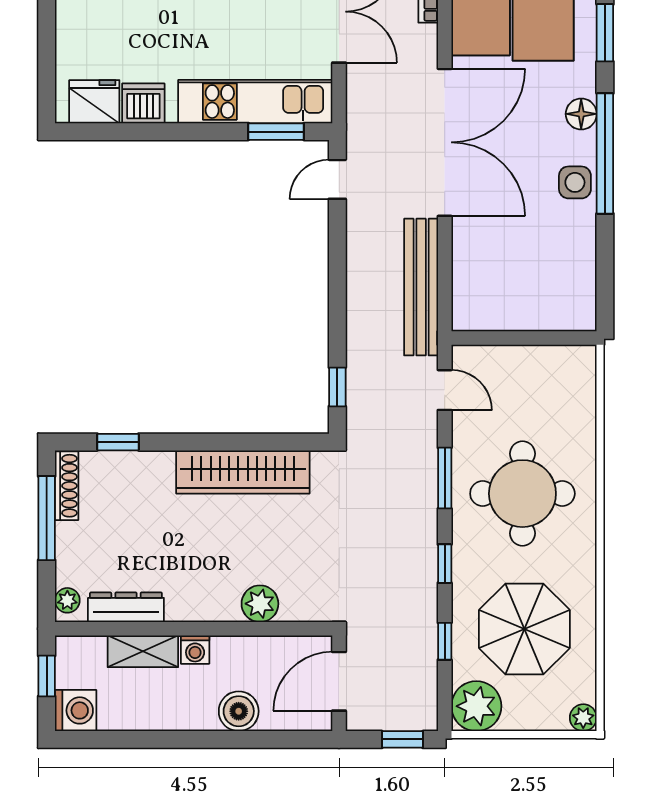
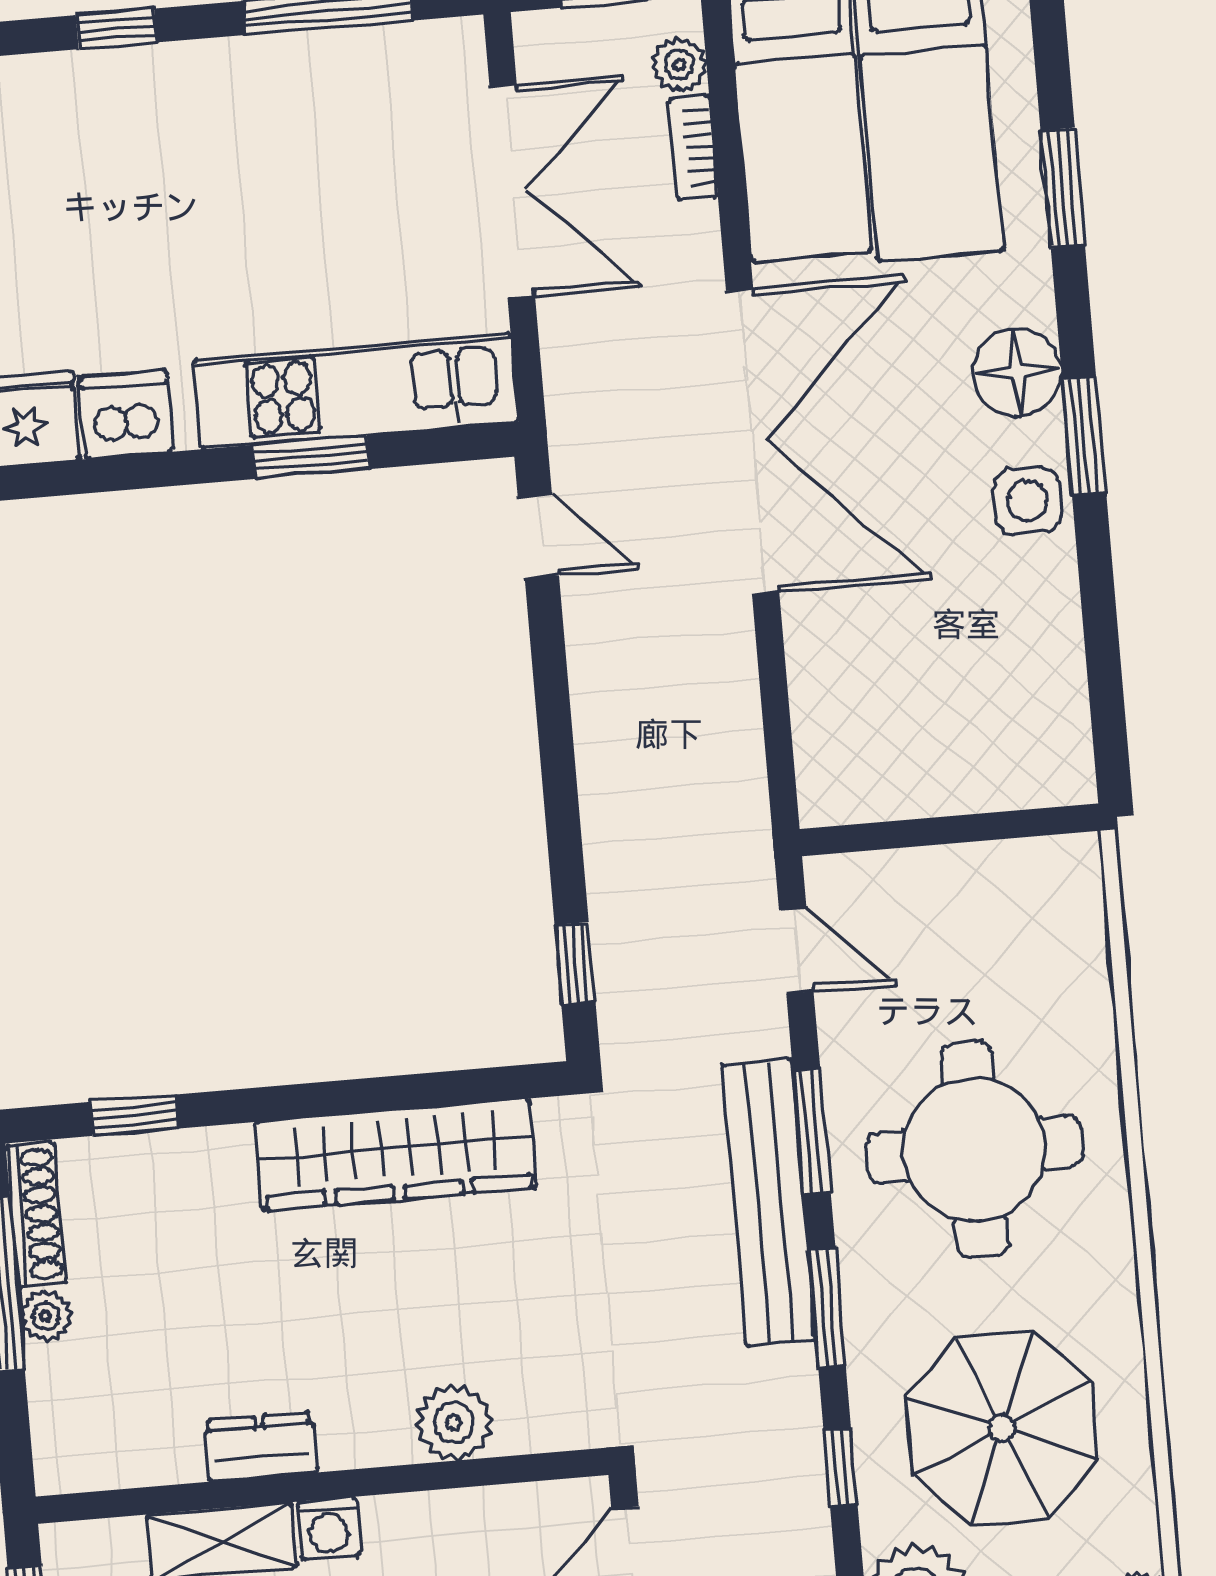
floor lamp: (581, 114) -> (1017, 372), width x1.38, depth x1.38
window: (276, 132) -> (311, 457), moved
window: (605, 153) -> (1084, 436), width x0.47
door: (337, 179) -> (538, 536), swing flipped
bench: (421, 287) -> (769, 1202), moved
window: (445, 564) -> (827, 1308), width x1.50
plant: (67, 600) -> (46, 1316), moved
dresser: (126, 607) -> (261, 1447), moved, width x0.70

